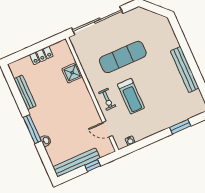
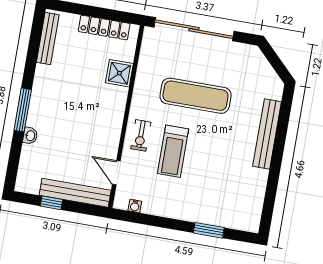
locker: (41, 55) -> (104, 27), width x1.53
bench: (185, 69) -> (267, 134), moved
bench: (25, 92) -> (48, 38), moved
bench: (76, 162) -> (75, 193), moved
window: (93, 166) -> (51, 203), moved

